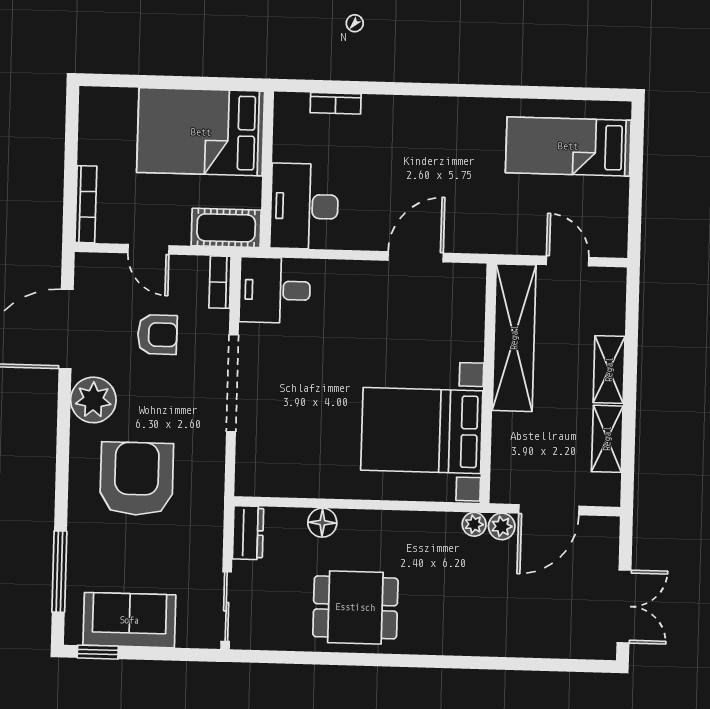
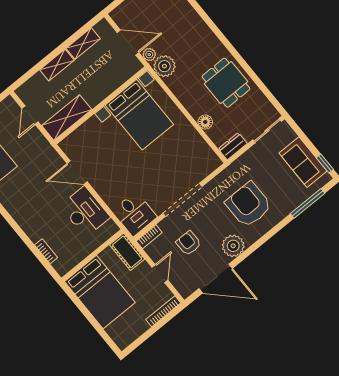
desk: (304, 206) -> (85, 212), moved, turned -90
shelving: (514, 338) -> (67, 118), width x0.68
armchair: (137, 479) -> (248, 205), turned 90
plant: (474, 524) -> (164, 66), width x1.87, depth x1.87

